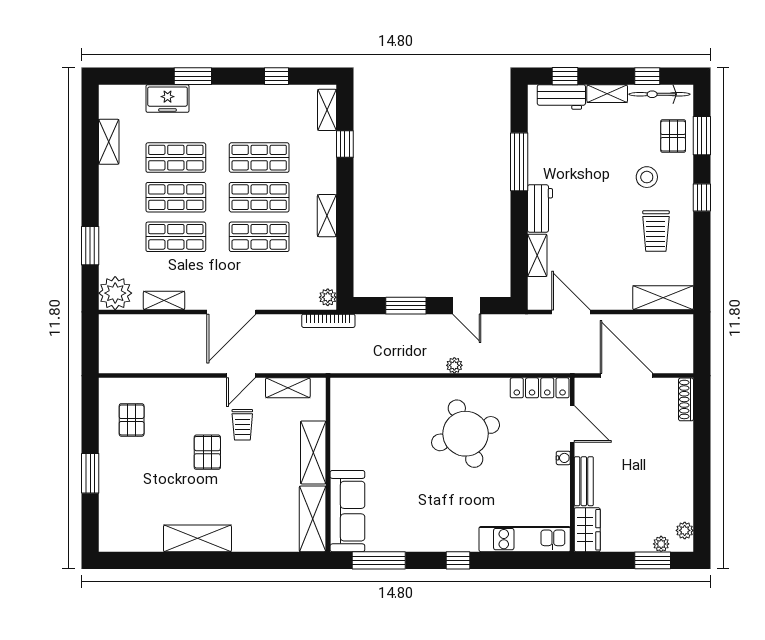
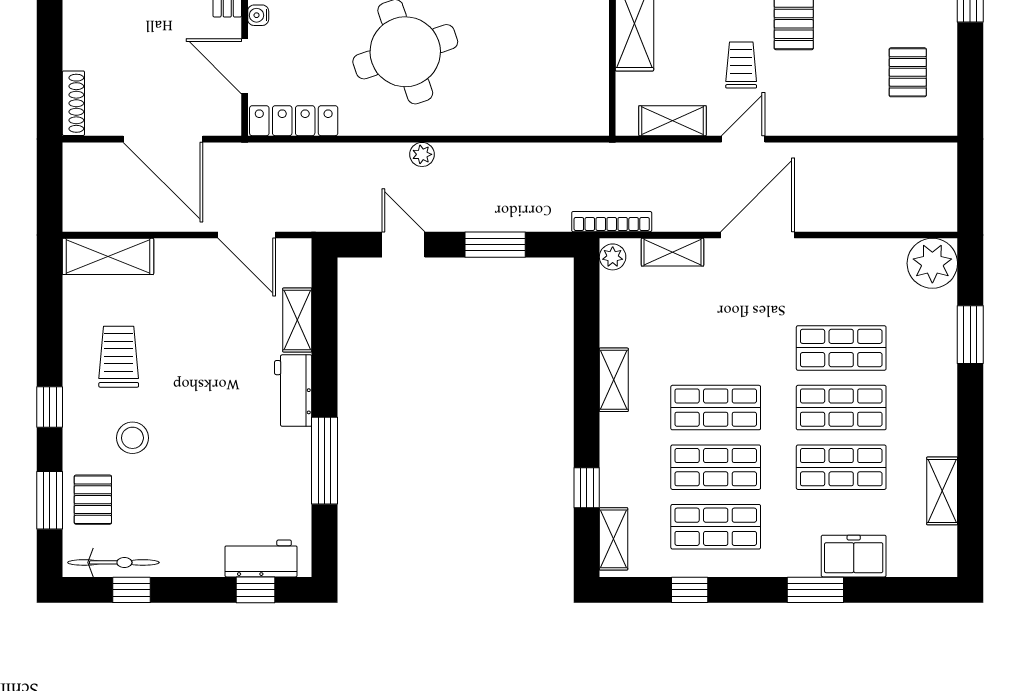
shelving: (607, 94) -> (192, 563), removed
shop shelf: (259, 237) -> (716, 527), moved
shelving: (164, 300) -> (673, 252), moved

